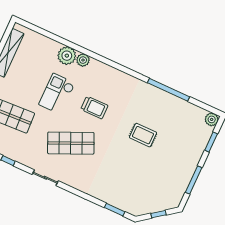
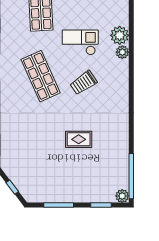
window: (168, 90) -> (131, 176), moved
trolley: (94, 107) -> (83, 83), turned 56
rug: (143, 135) -> (79, 139), turned 90

